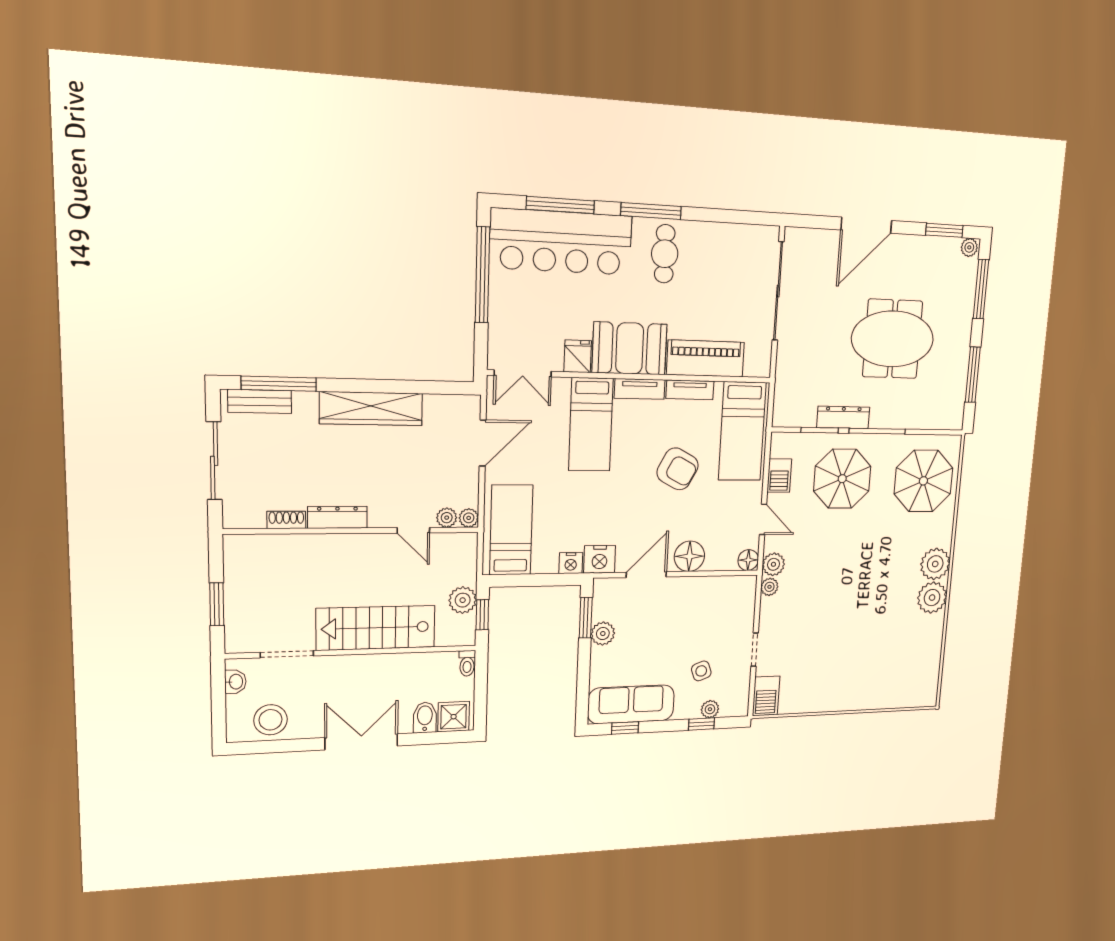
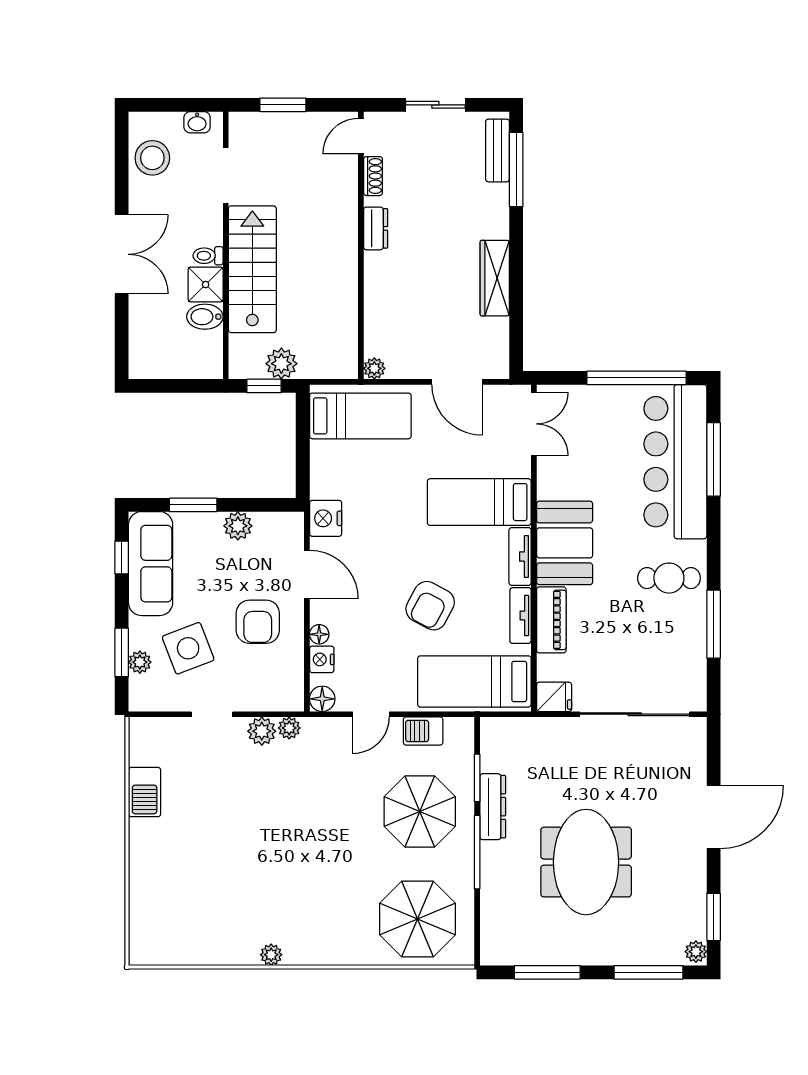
window: (651, 211) -> (714, 624), moved
door: (866, 225) -> (714, 817), swing flipped
fridge: (578, 356) -> (554, 697), moved
piano: (705, 359) -> (551, 620), width x0.73, depth x0.75
double door: (523, 373) -> (534, 424), swing flipped
wardrobe: (371, 409) -> (495, 278), width x0.71, depth x0.85
sliding door: (214, 461) -> (435, 105), width x0.73
dresser: (337, 517) -> (376, 228), width x0.70
plant: (447, 518) -> (375, 344), removed
door: (413, 530) -> (361, 136), moved
floor lamp: (689, 556) -> (319, 634), width x0.53, depth x0.53
nightstand: (571, 563) -> (322, 659), moved
plant: (773, 564) -> (262, 731), moved
plant: (935, 564) -> (314, 945), removed
plant: (932, 598) -> (271, 955), width x0.53, depth x0.53
armchair: (683, 615) -> (258, 622), added
window: (586, 618) -> (193, 505), moved
toilet: (467, 663) -> (208, 256), moved
side table: (701, 671) -> (188, 648), width x1.87, depth x1.87
barbecue: (766, 696) -> (145, 792), moved, turned -90
bidet: (425, 717) -> (205, 317), moved, turned 180
shower: (454, 717) -> (206, 285), moved
window: (701, 724) -> (122, 652), width x1.50

